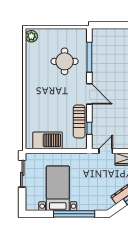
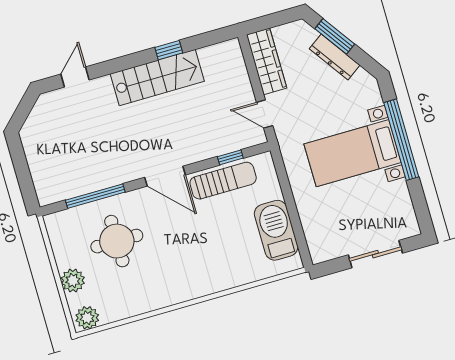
plant: (51, 34) -> (73, 281), added
door: (89, 94) -> (165, 176), swing flipped
sliding door: (22, 174) -> (375, 254), moved
bed with nightstands: (58, 188) -> (353, 153), moved

